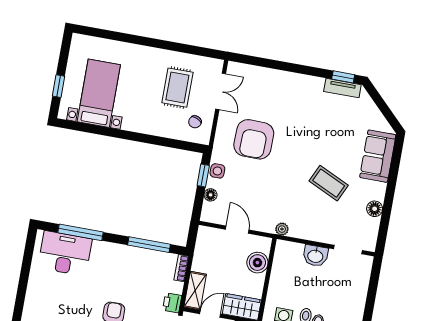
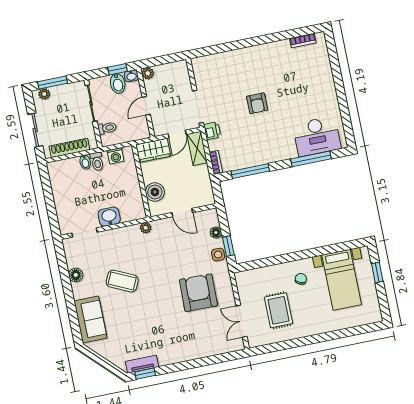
chair: (195, 122) -> (301, 279), moved

